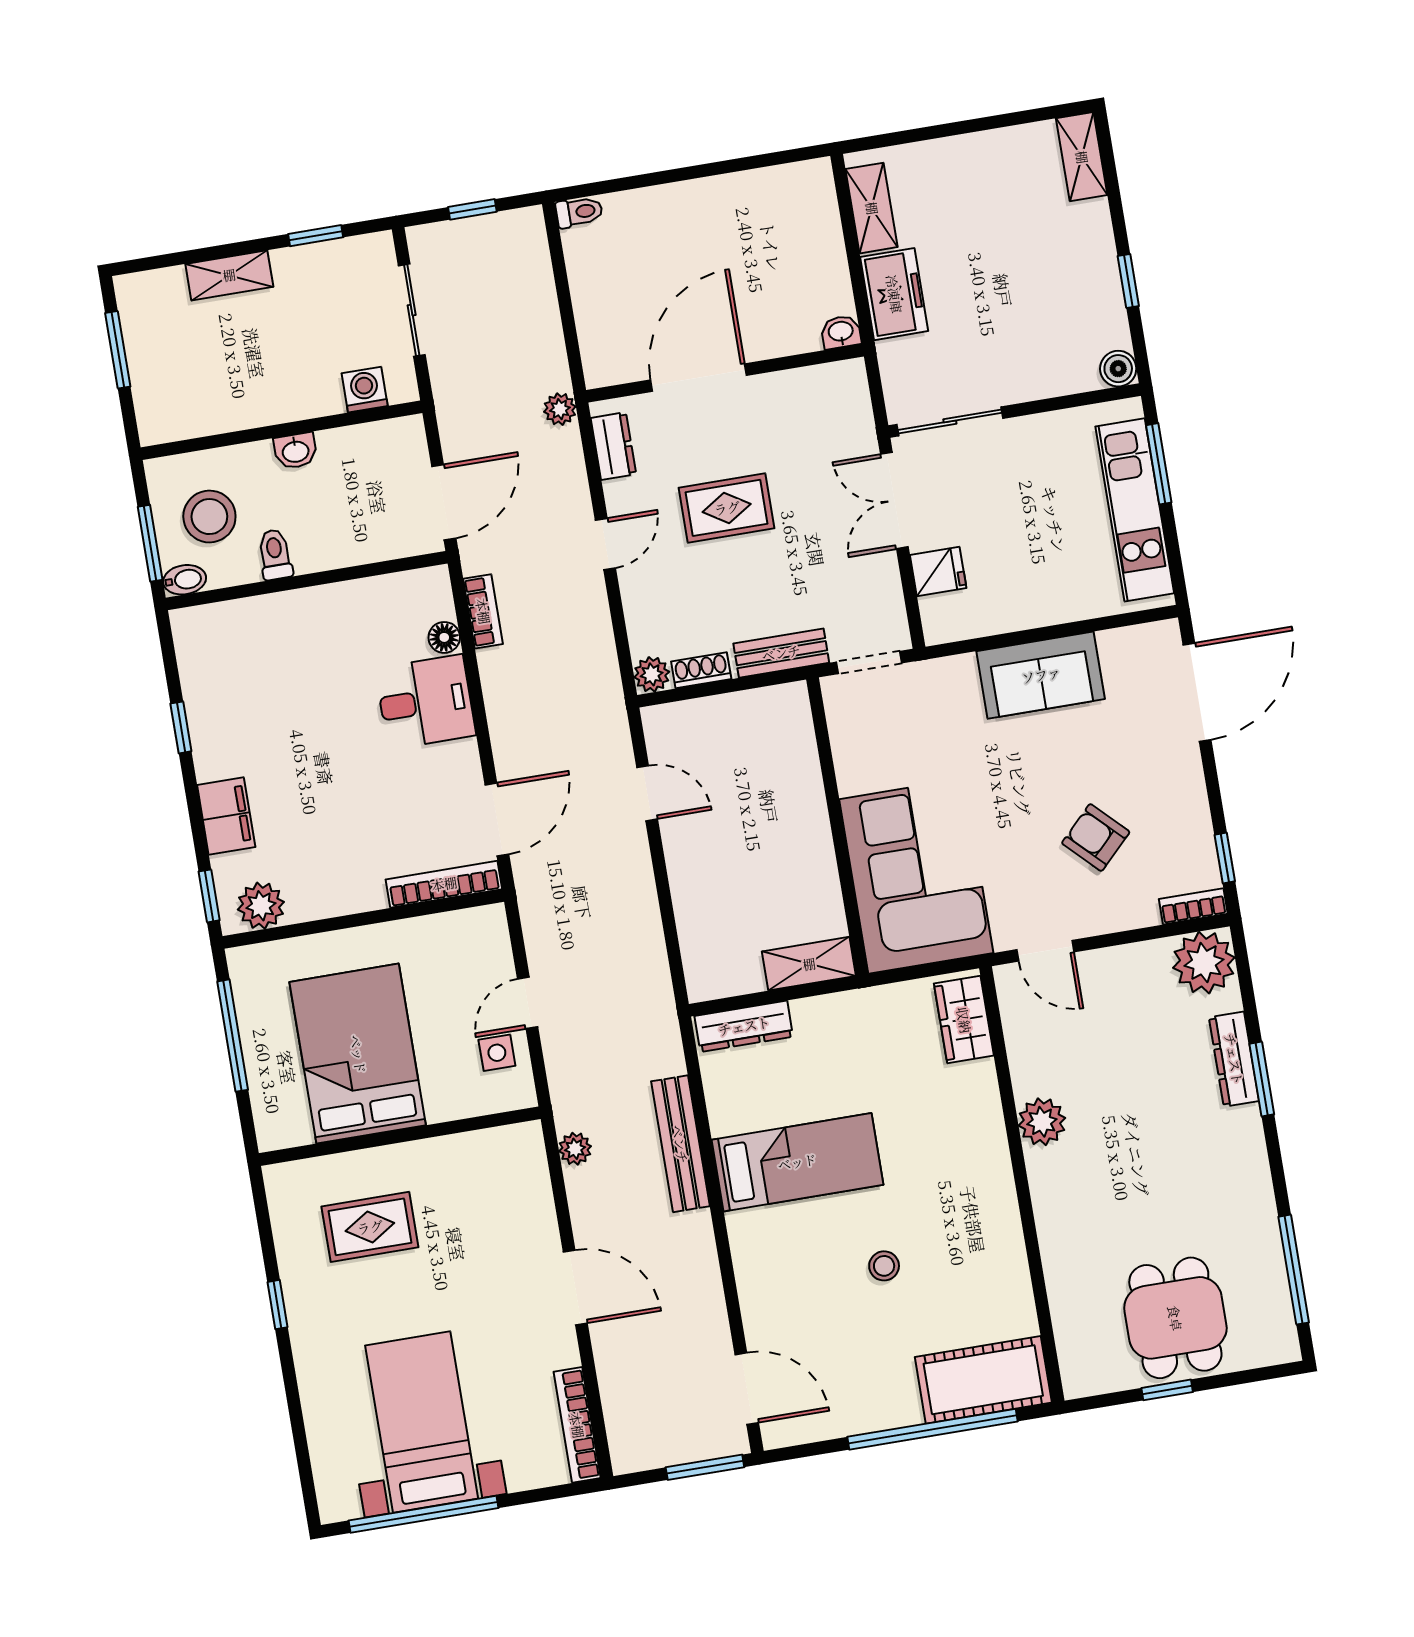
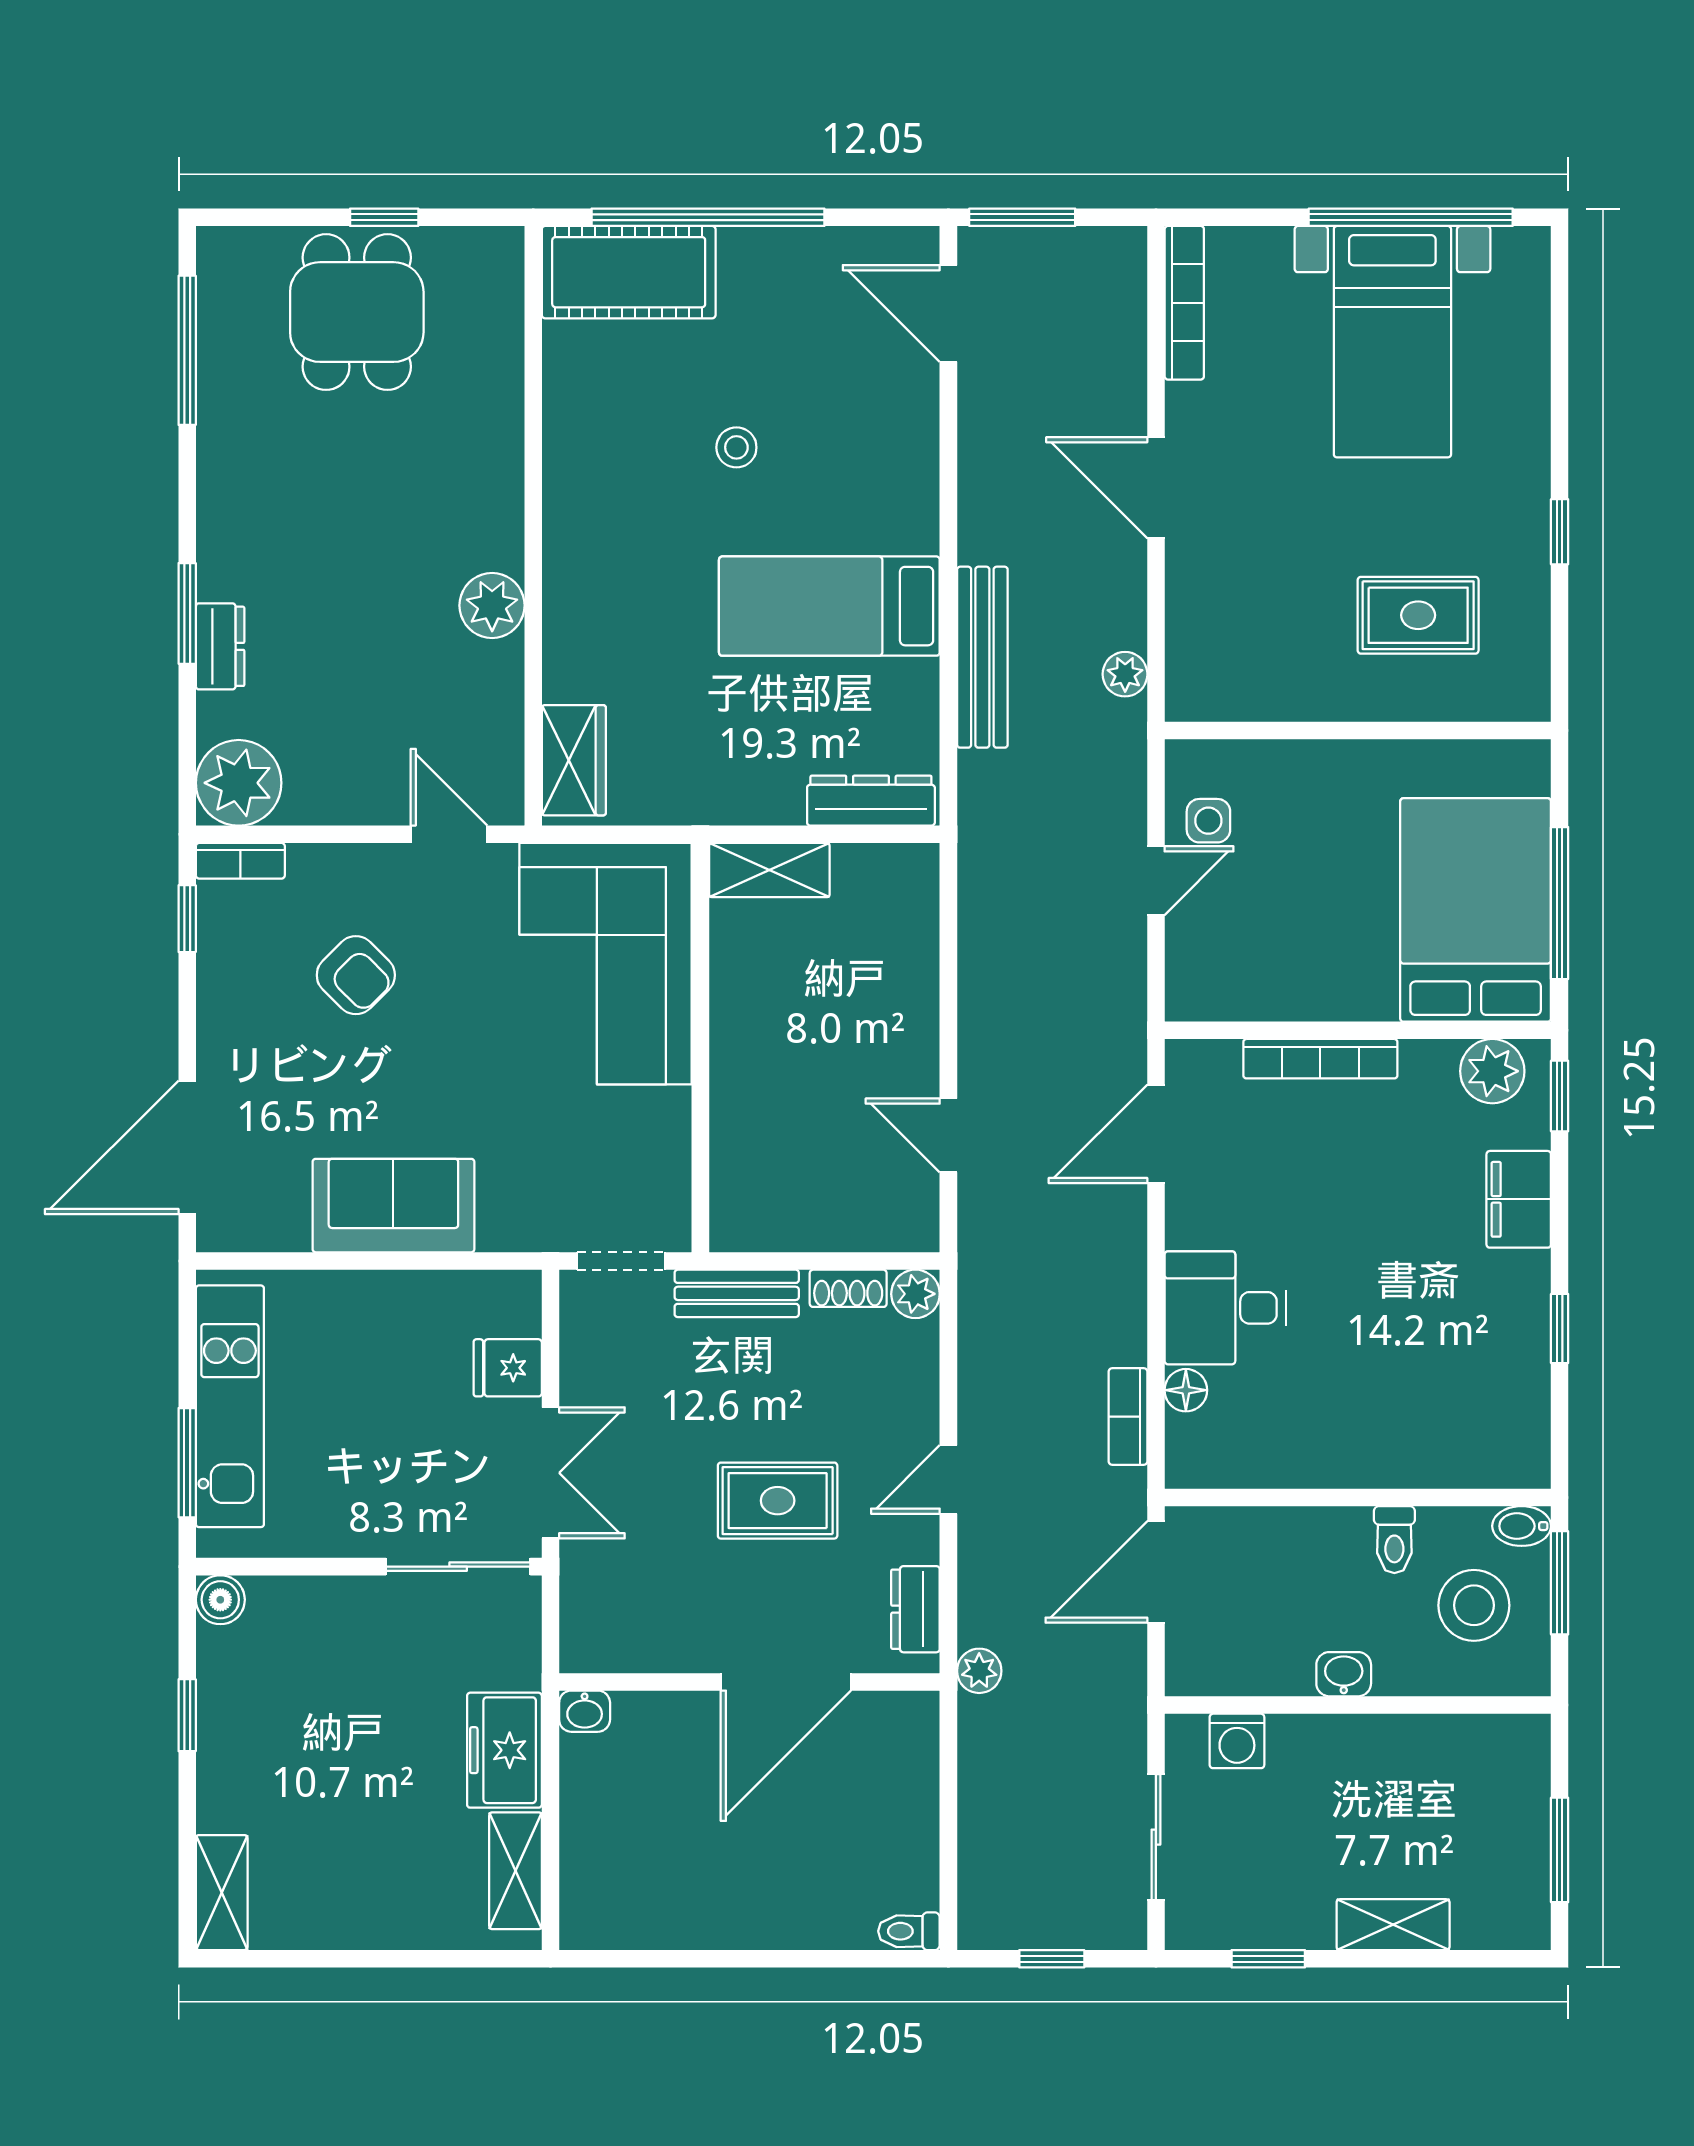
bookcase: (444, 884) -> (1320, 1059), moved
bed: (358, 1054) -> (1476, 910), moved, turned 180
dresser: (1234, 1059) -> (220, 646), width x0.70

